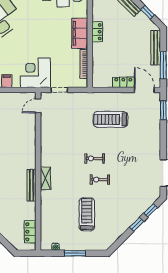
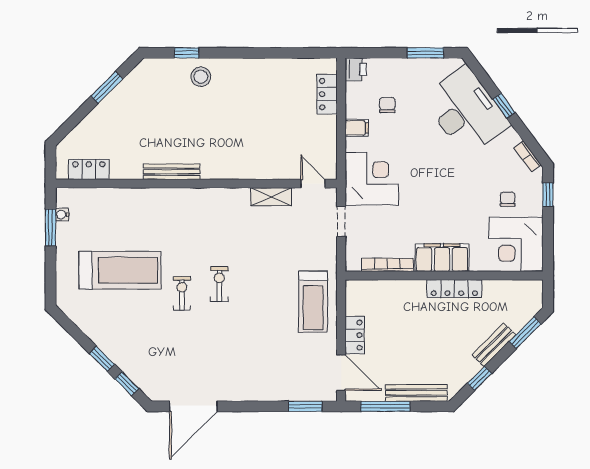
locker: (97, 32) -> (454, 289), width x1.53
door: (144, 90) -> (341, 373), hinge flipped
treadmill: (110, 119) -> (313, 302), moved, turned 180
shelving: (46, 178) -> (271, 197), moved
treadmill: (87, 214) -> (120, 270), width x1.37, depth x1.38
window: (75, 253) -> (51, 228), moved

